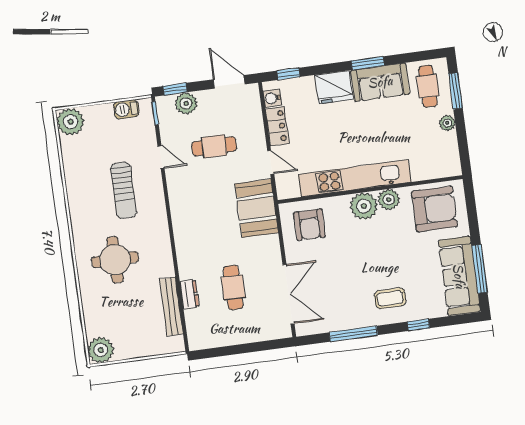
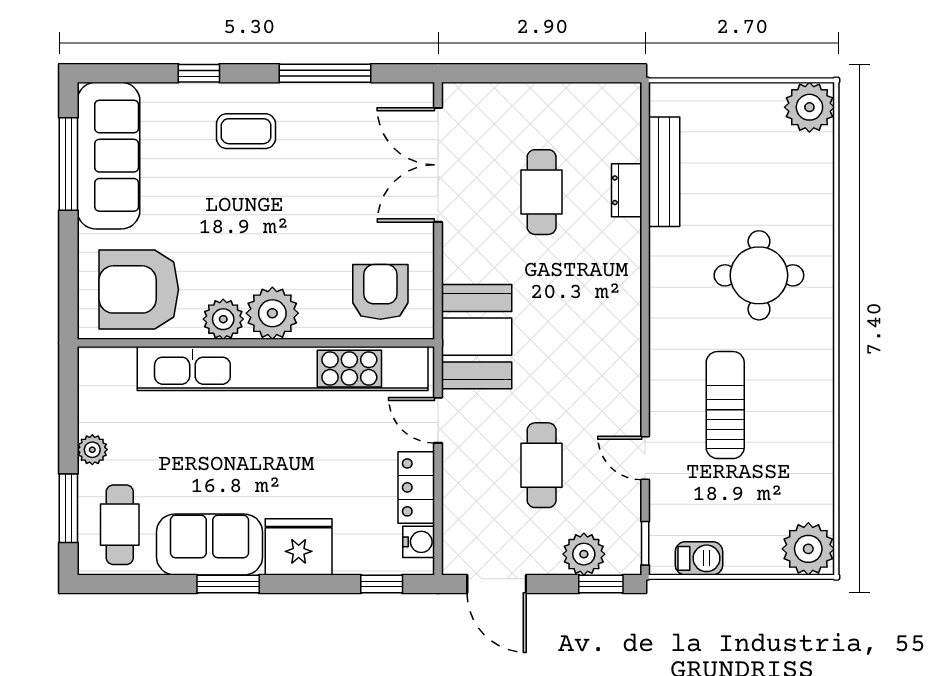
cafe table: (214, 146) -> (542, 465), turned 90
kitchen unit: (355, 178) -> (283, 369), width x1.36

